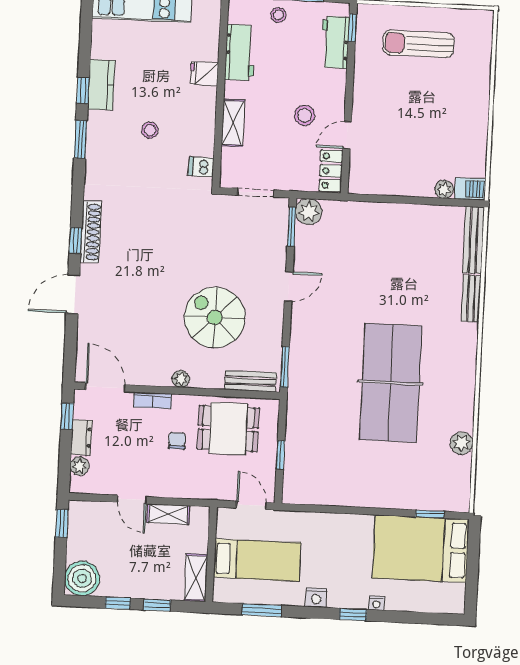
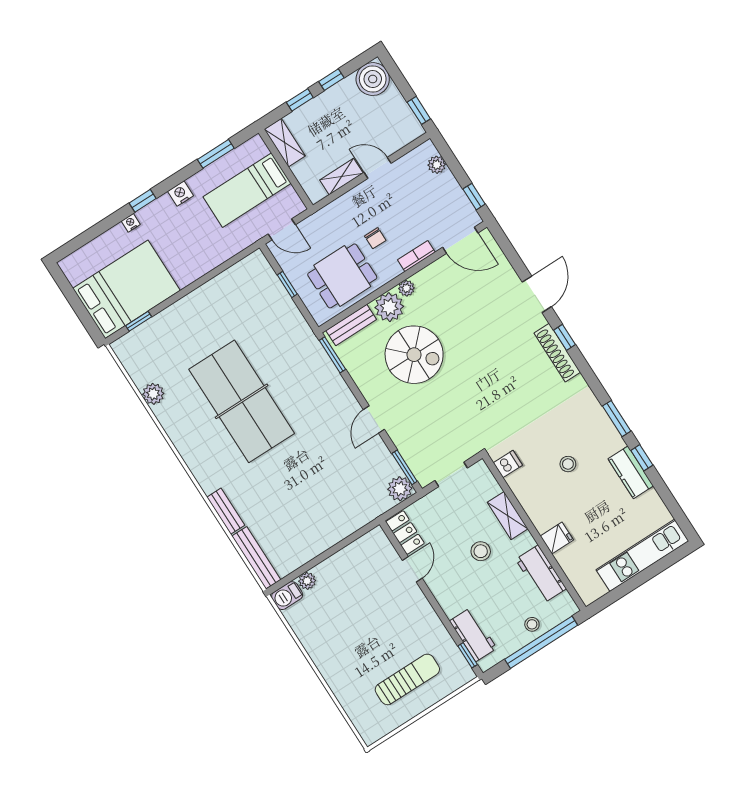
stool: (305, 115) -> (481, 551), moved
plant: (207, 373) -> (389, 307), added
dresser: (81, 437) -> (451, 188), removed

